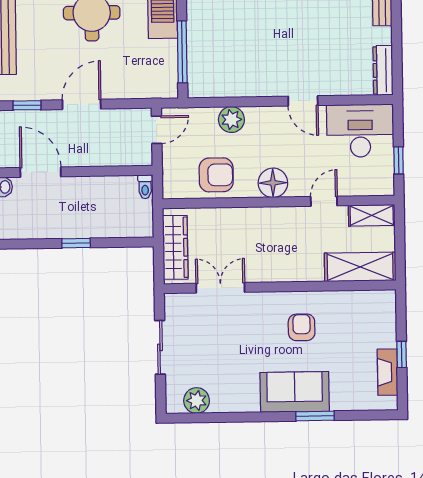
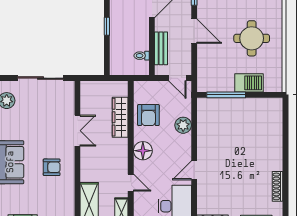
bench: (110, 157) -> (161, 48), added
toilet: (145, 187) -> (142, 56), moved
wardrobe: (175, 247) -> (120, 117), moved, turned 90
double door: (220, 288) -> (77, 131), moved
sliding door: (160, 347) -> (40, 78), width x1.37

